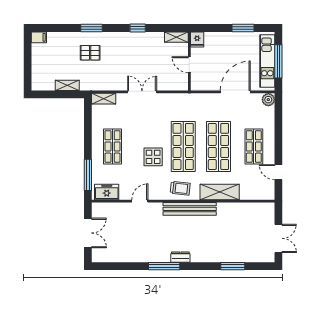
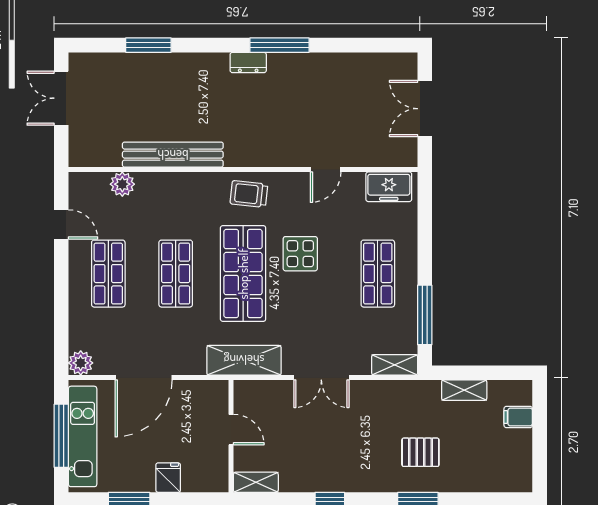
filing cabinet: (39, 37) -> (518, 417), moved
fridge: (197, 39) -> (168, 478), moved
shop shelf: (218, 146) -> (176, 274), width x0.70, depth x0.74
window: (88, 175) -> (425, 315), moved
shelving: (220, 192) -> (244, 360), moved
plant: (246, 193) -> (122, 184), added
bench: (190, 209) -> (173, 155), moved

